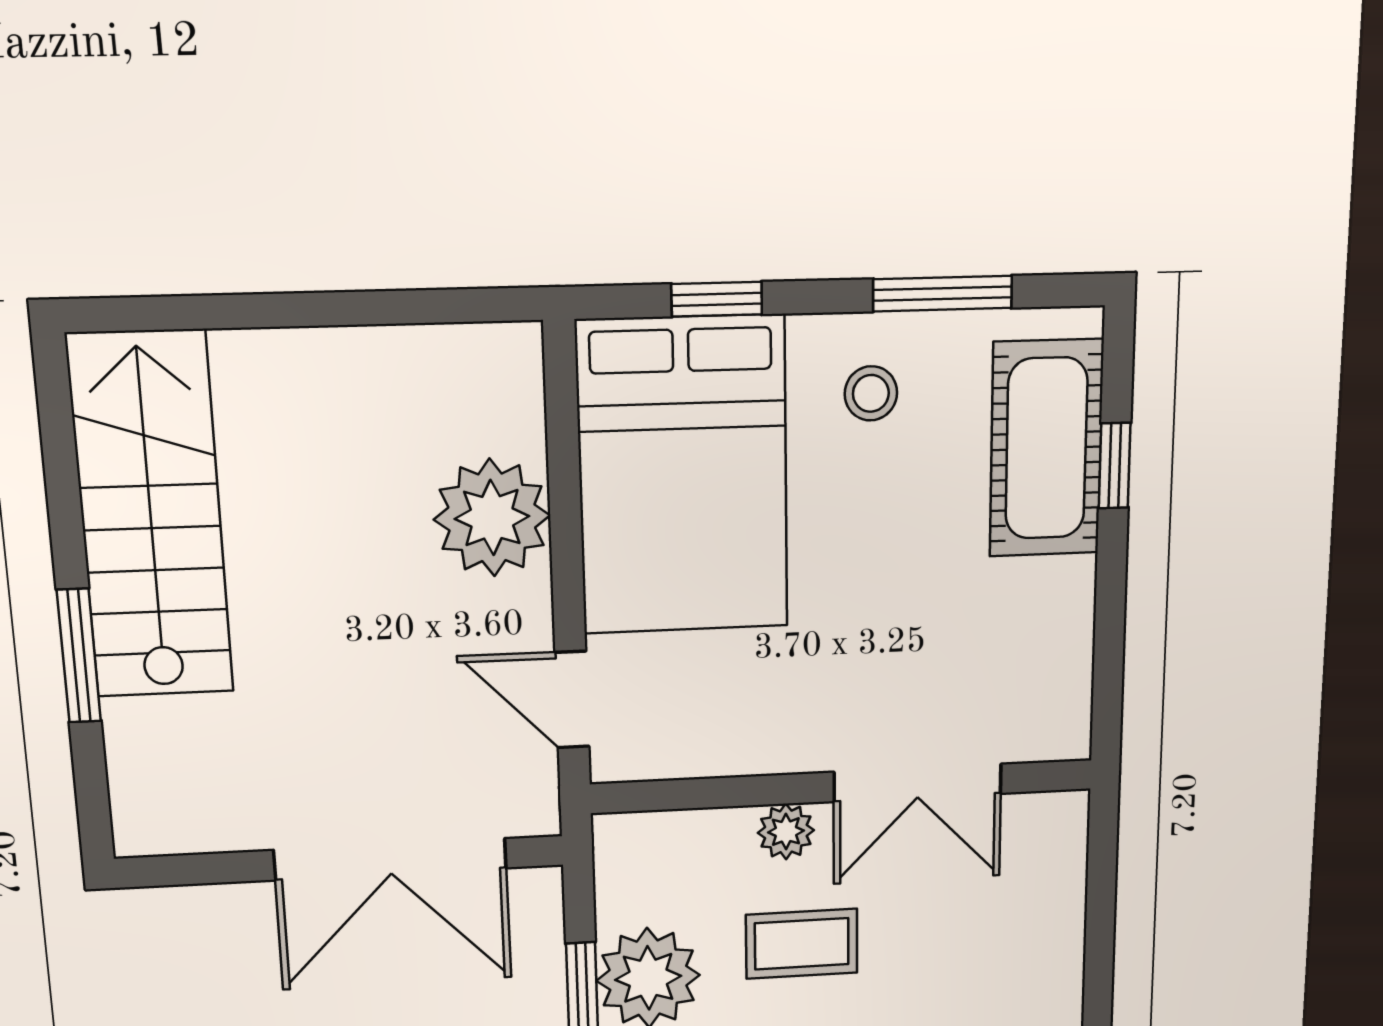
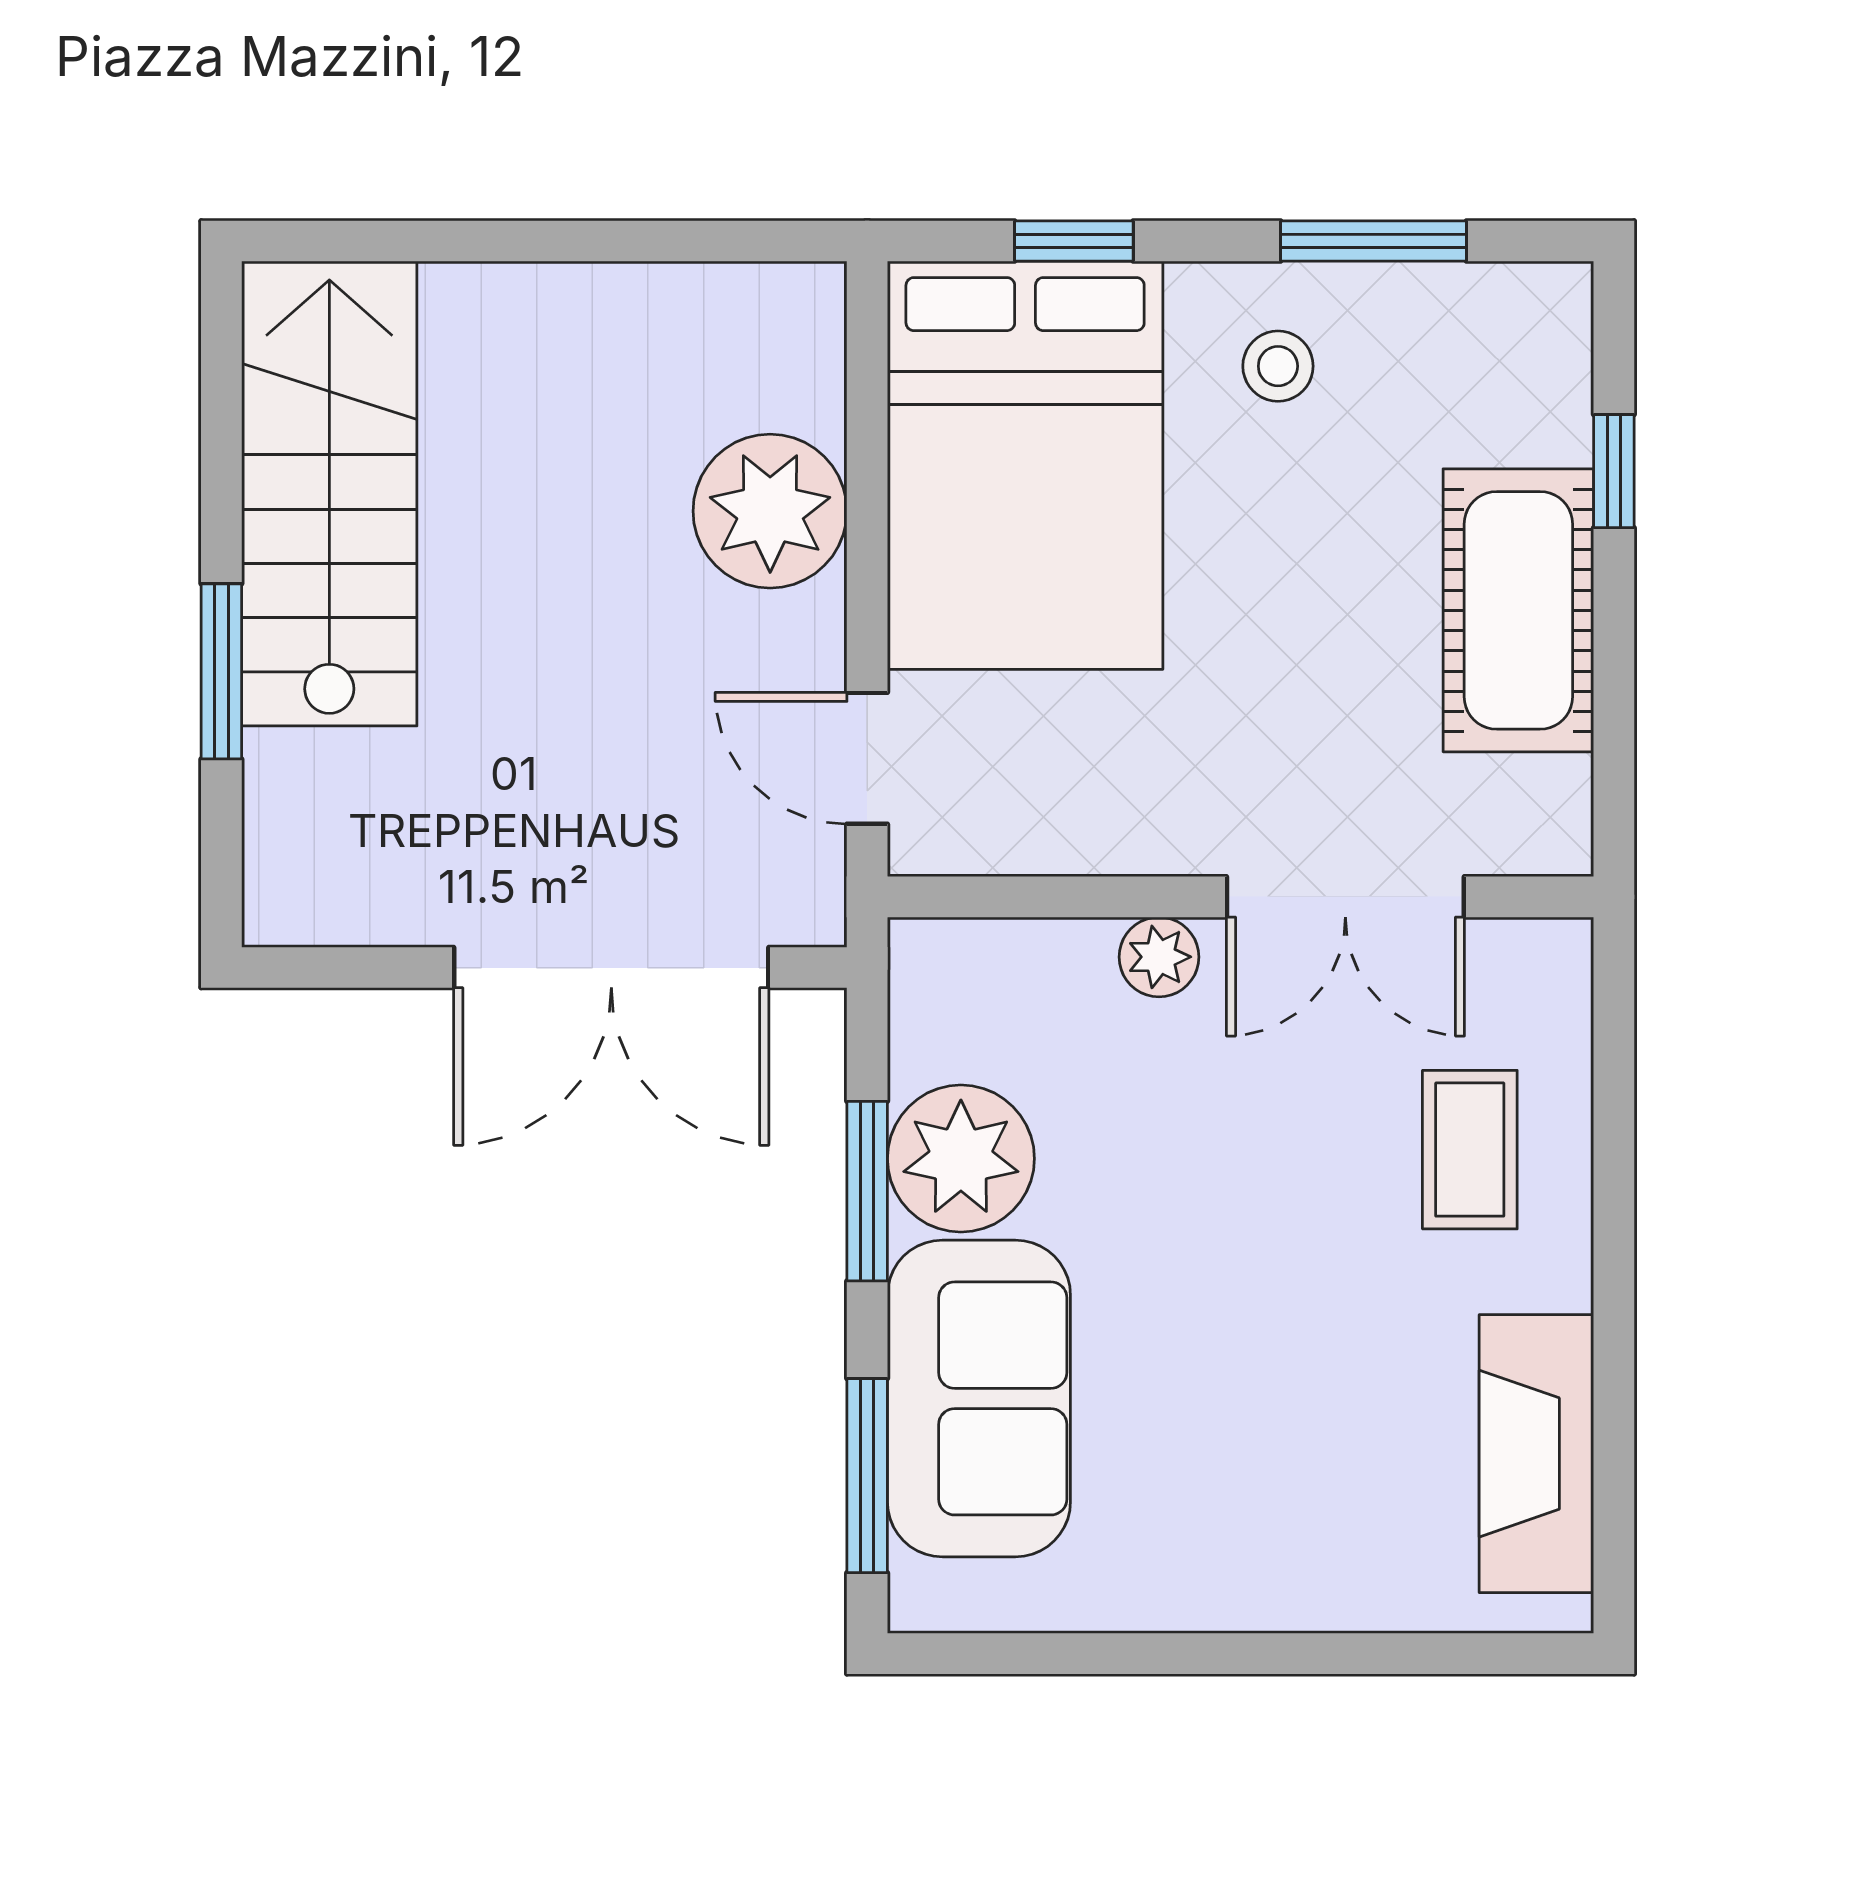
cot: (1046, 448) -> (1518, 610), moved
coffee table: (802, 944) -> (1470, 1150), moved, turned 90

